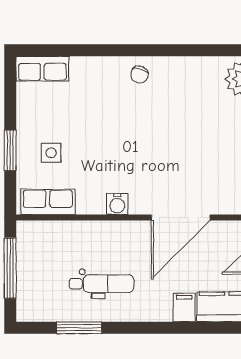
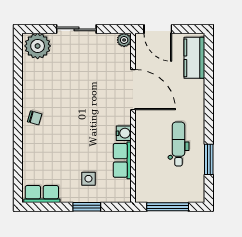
row of seats: (42, 69) -> (42, 194), moved, turned -90
row of seats: (48, 202) -> (122, 160), moved
filing cabinet: (184, 307) -> (195, 87), removed

